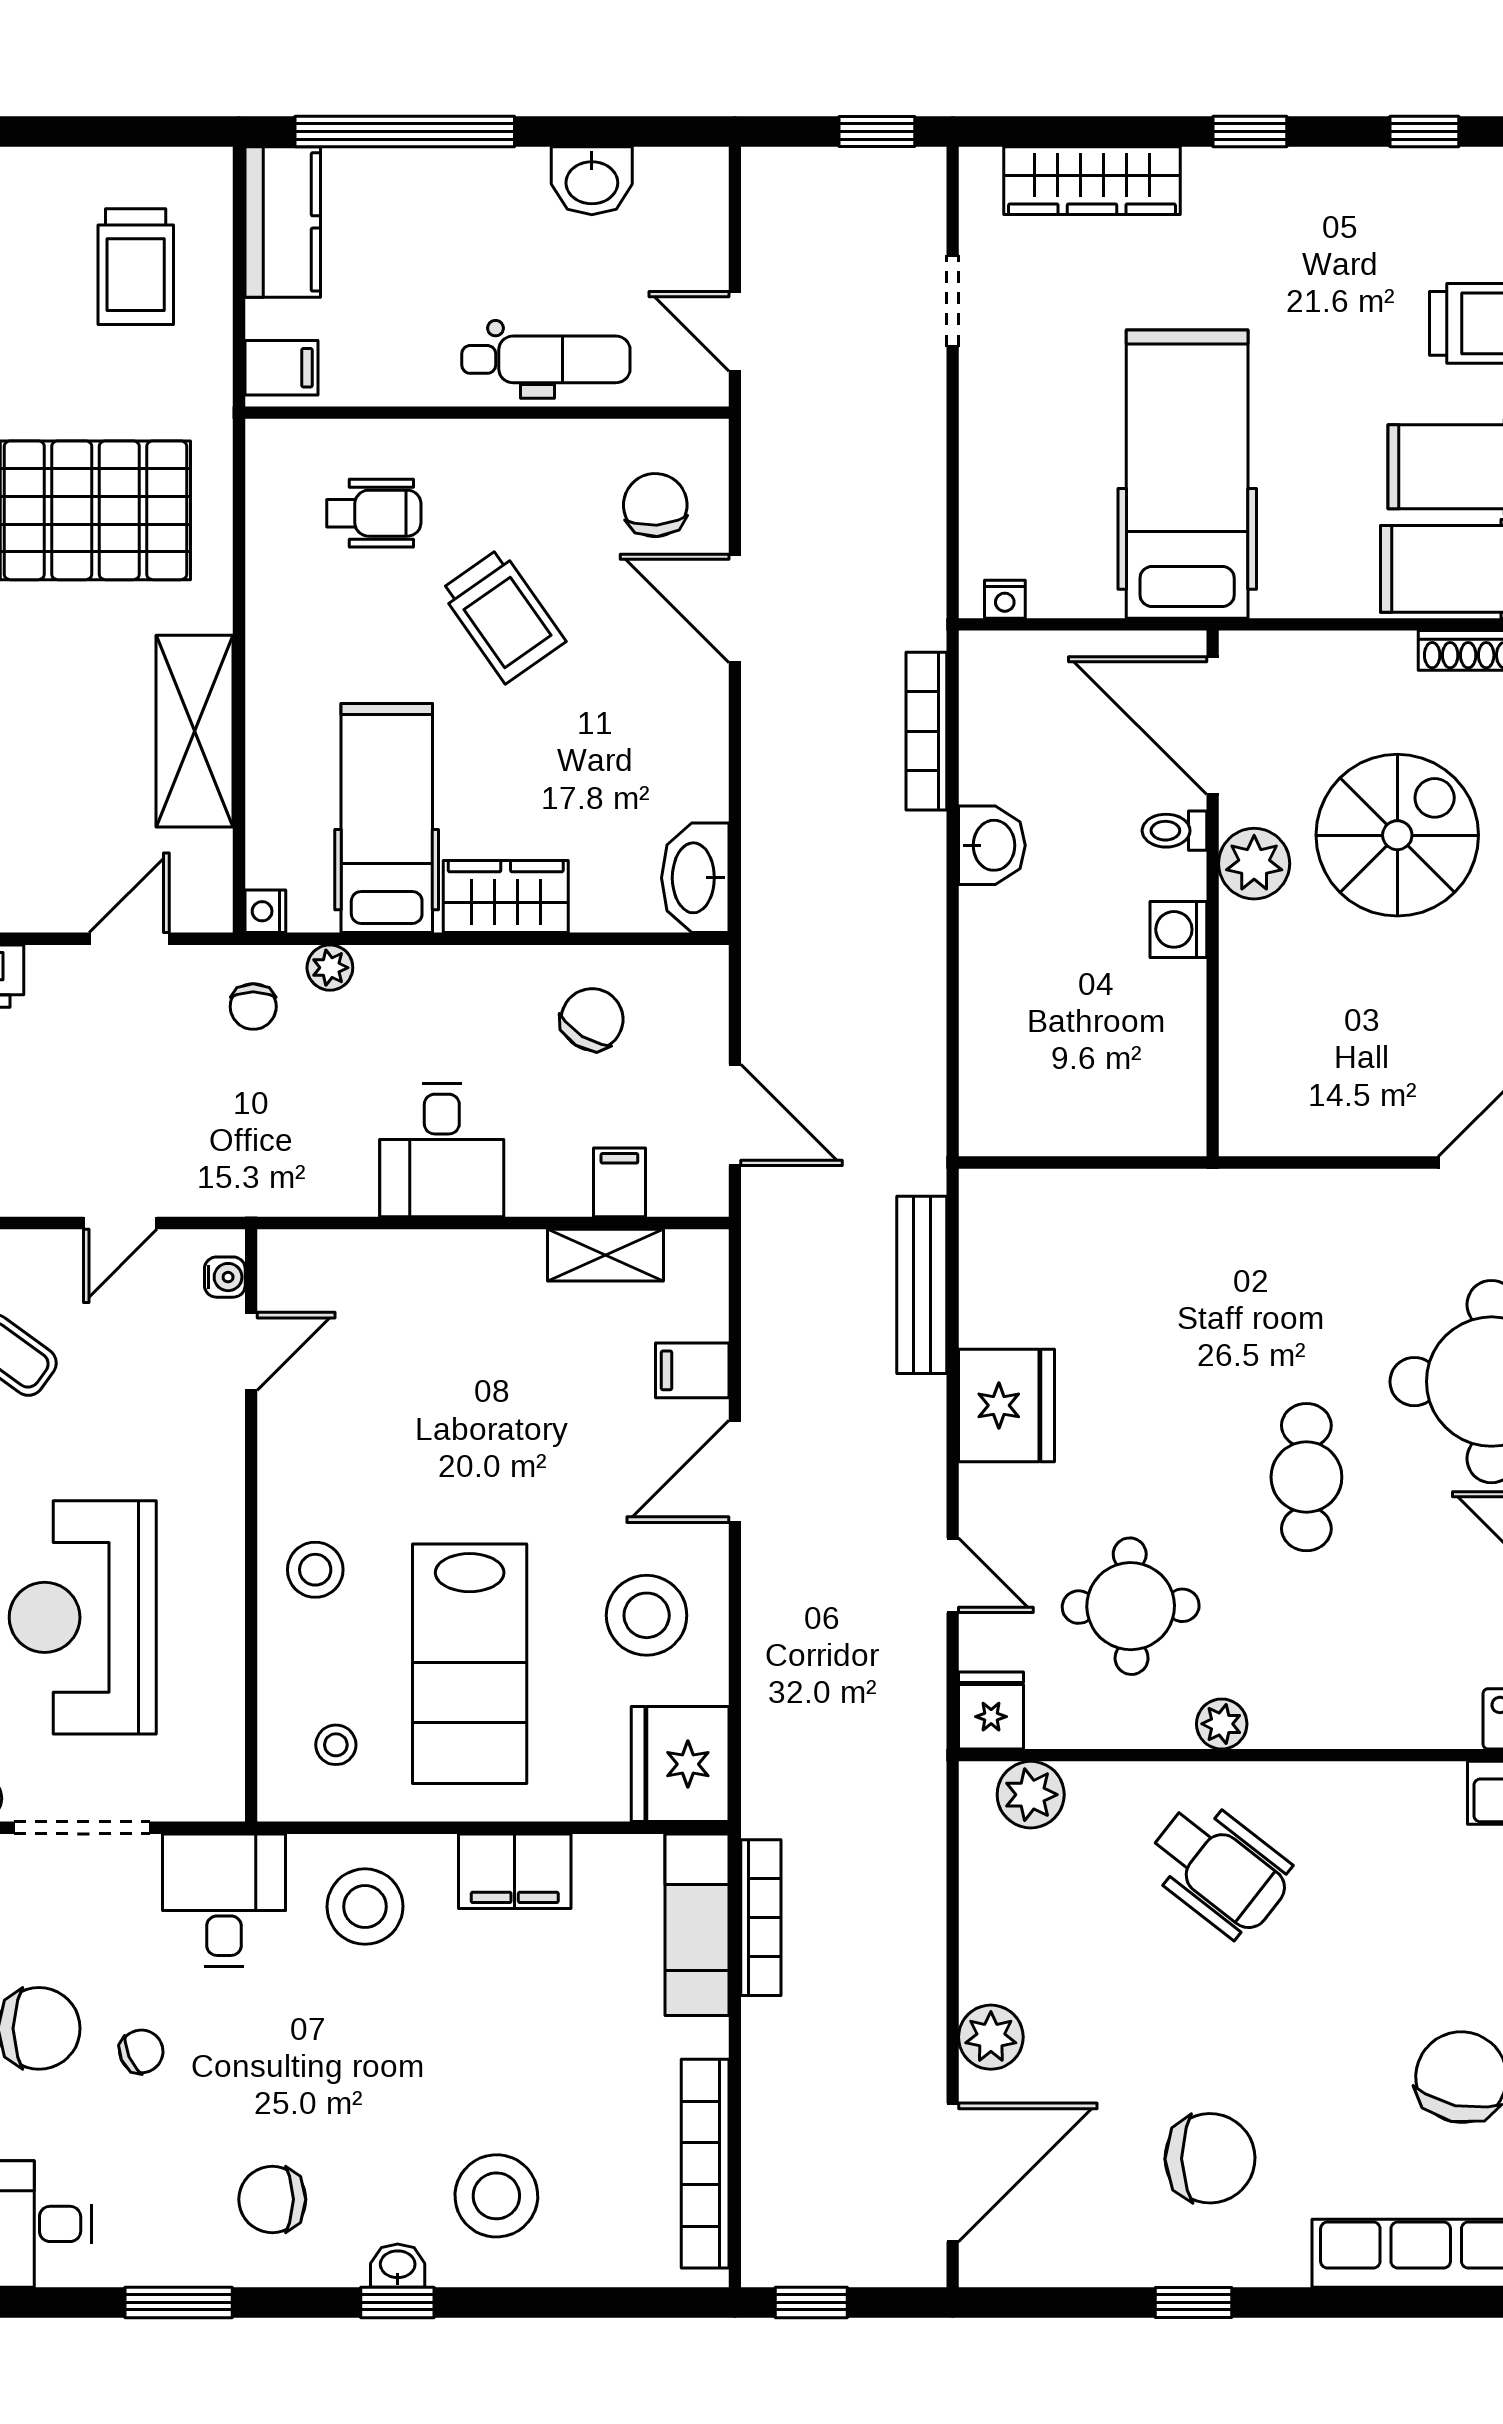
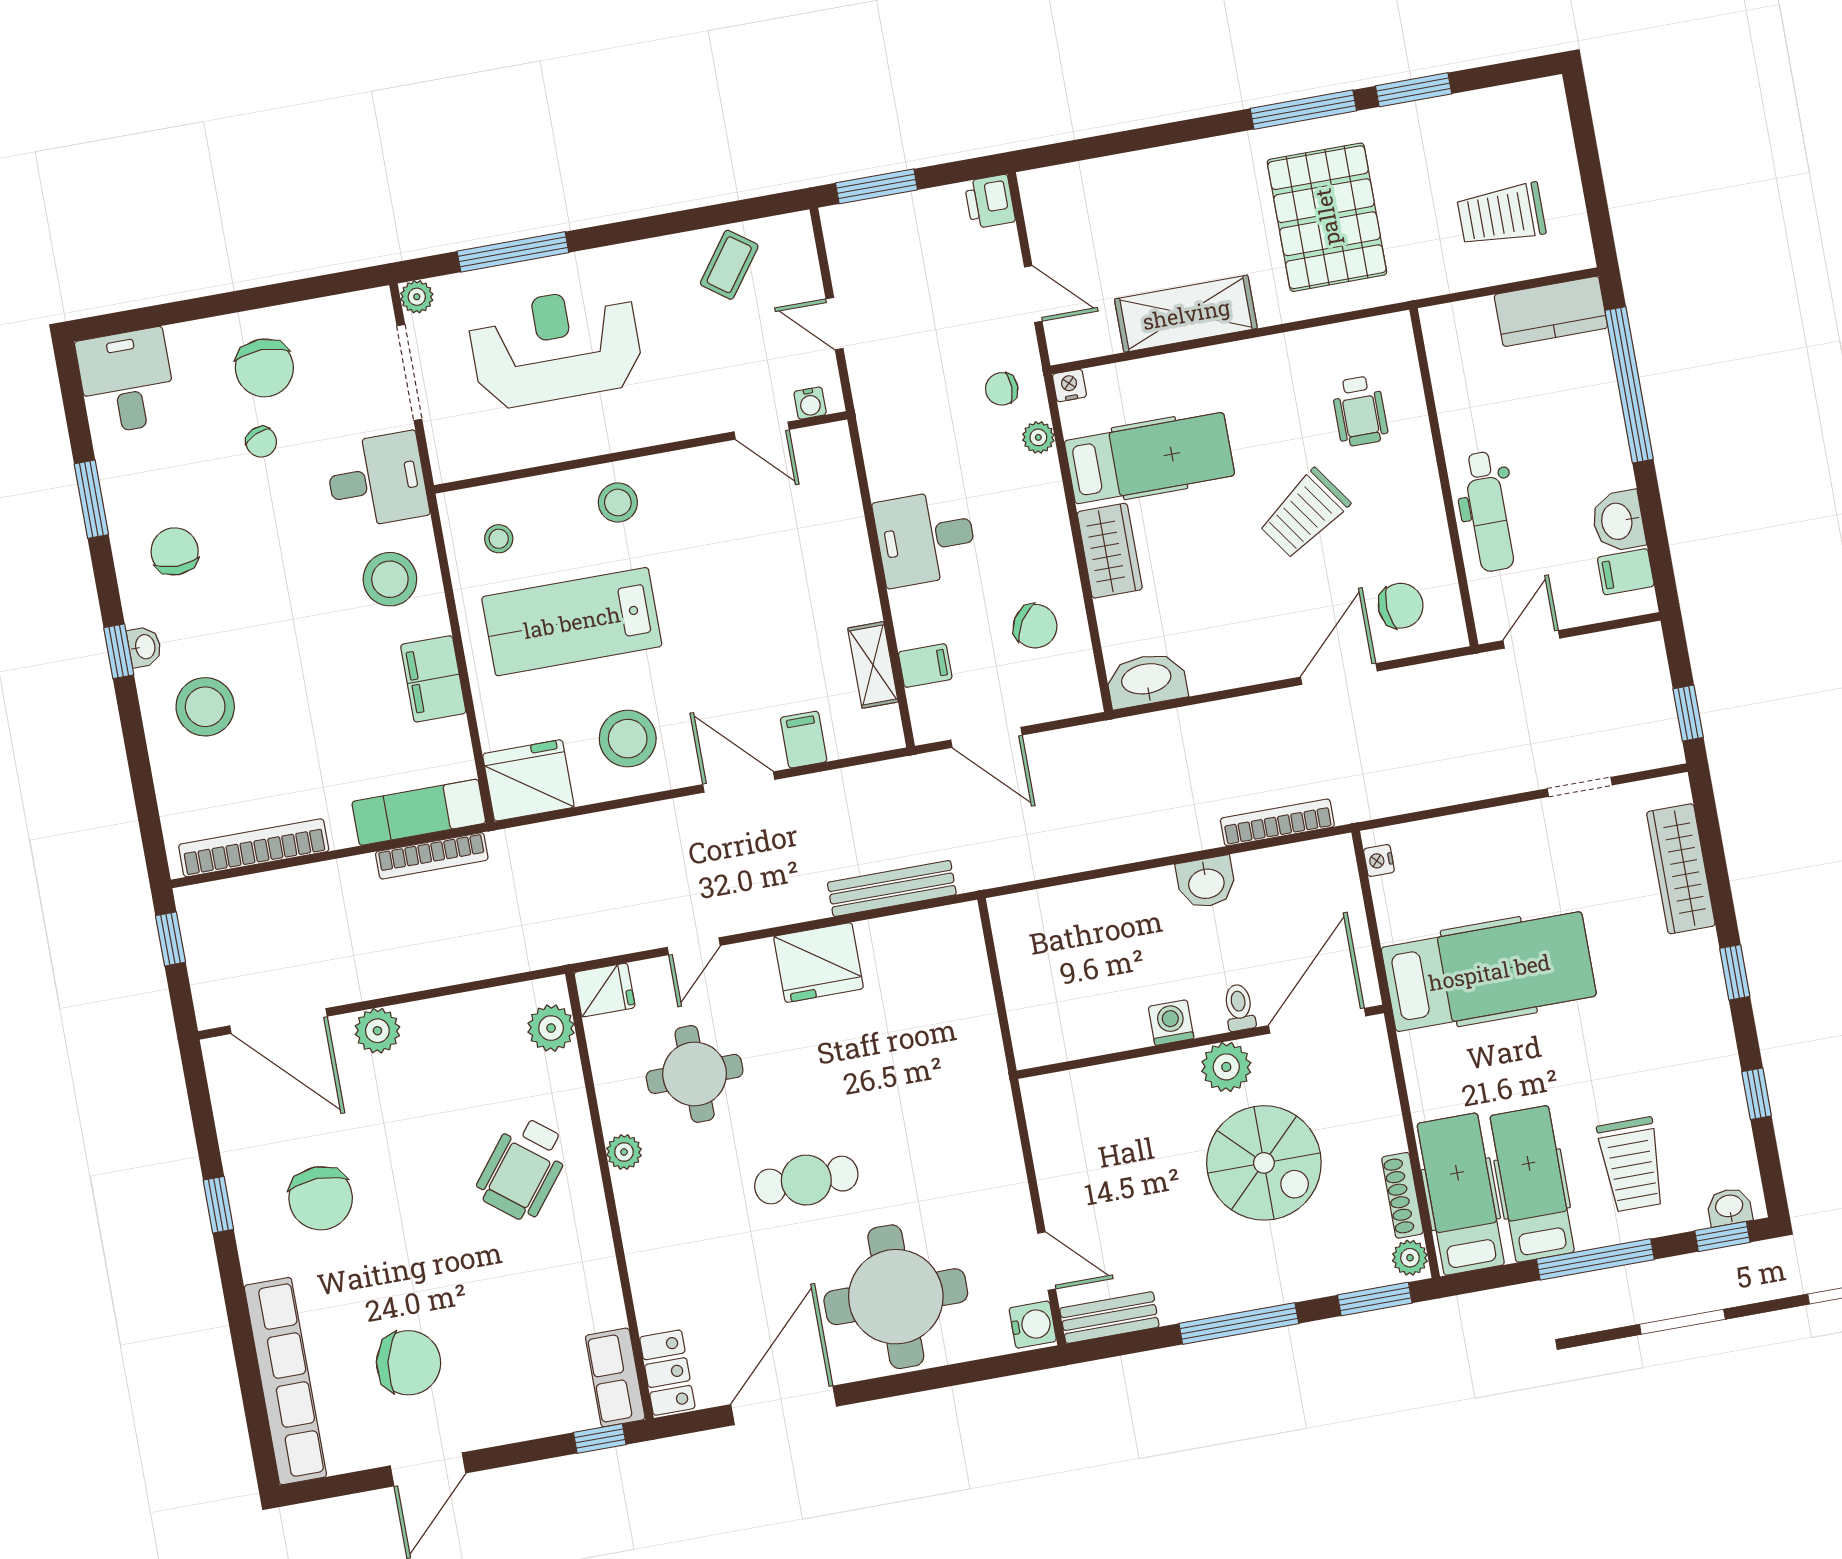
filing cabinet: (281, 368) -> (1626, 572), moved, turned 90
door: (735, 1115) -> (987, 737), hinge flipped

